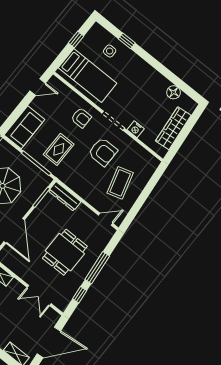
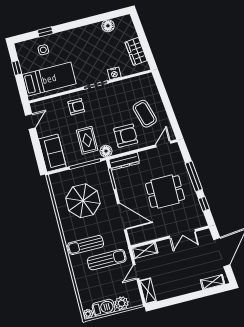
wardrobe: (173, 128) -> (136, 51), width x0.67
armchair: (103, 152) -> (126, 136), moved
floor lamp: (62, 173) -> (106, 151), added
dining table: (65, 252) -> (165, 192), turned 90

